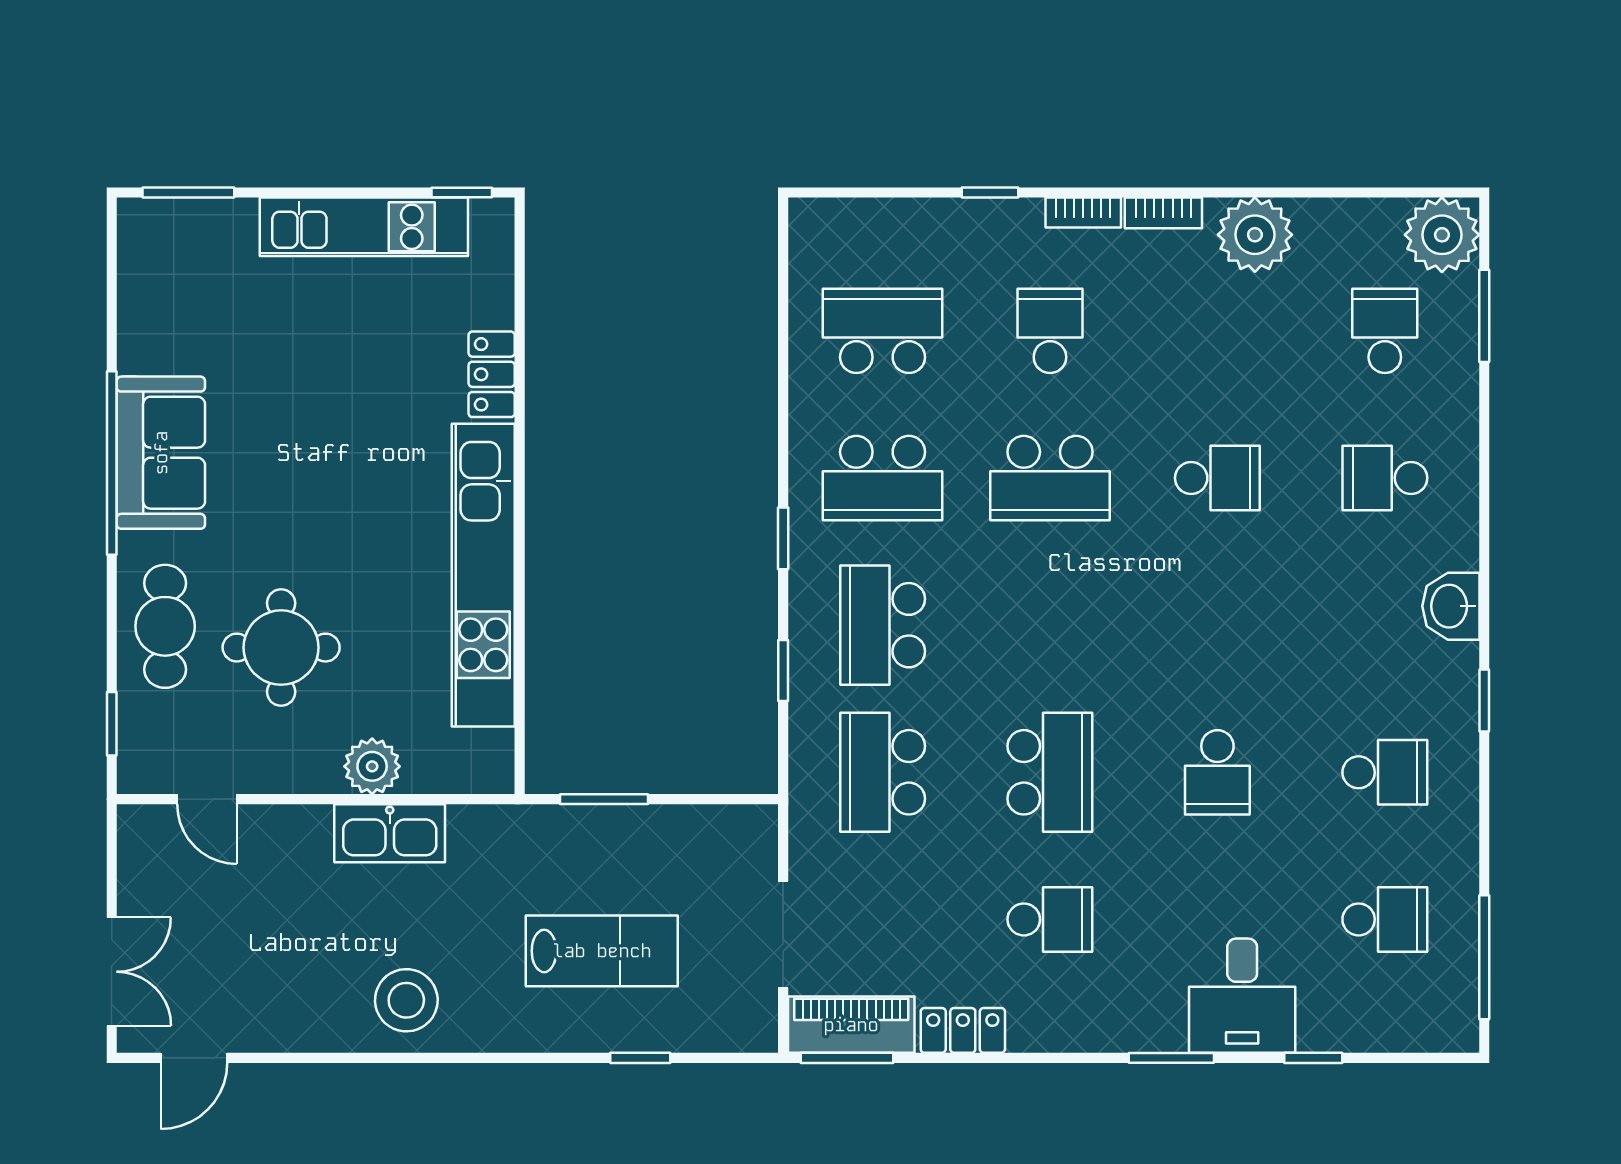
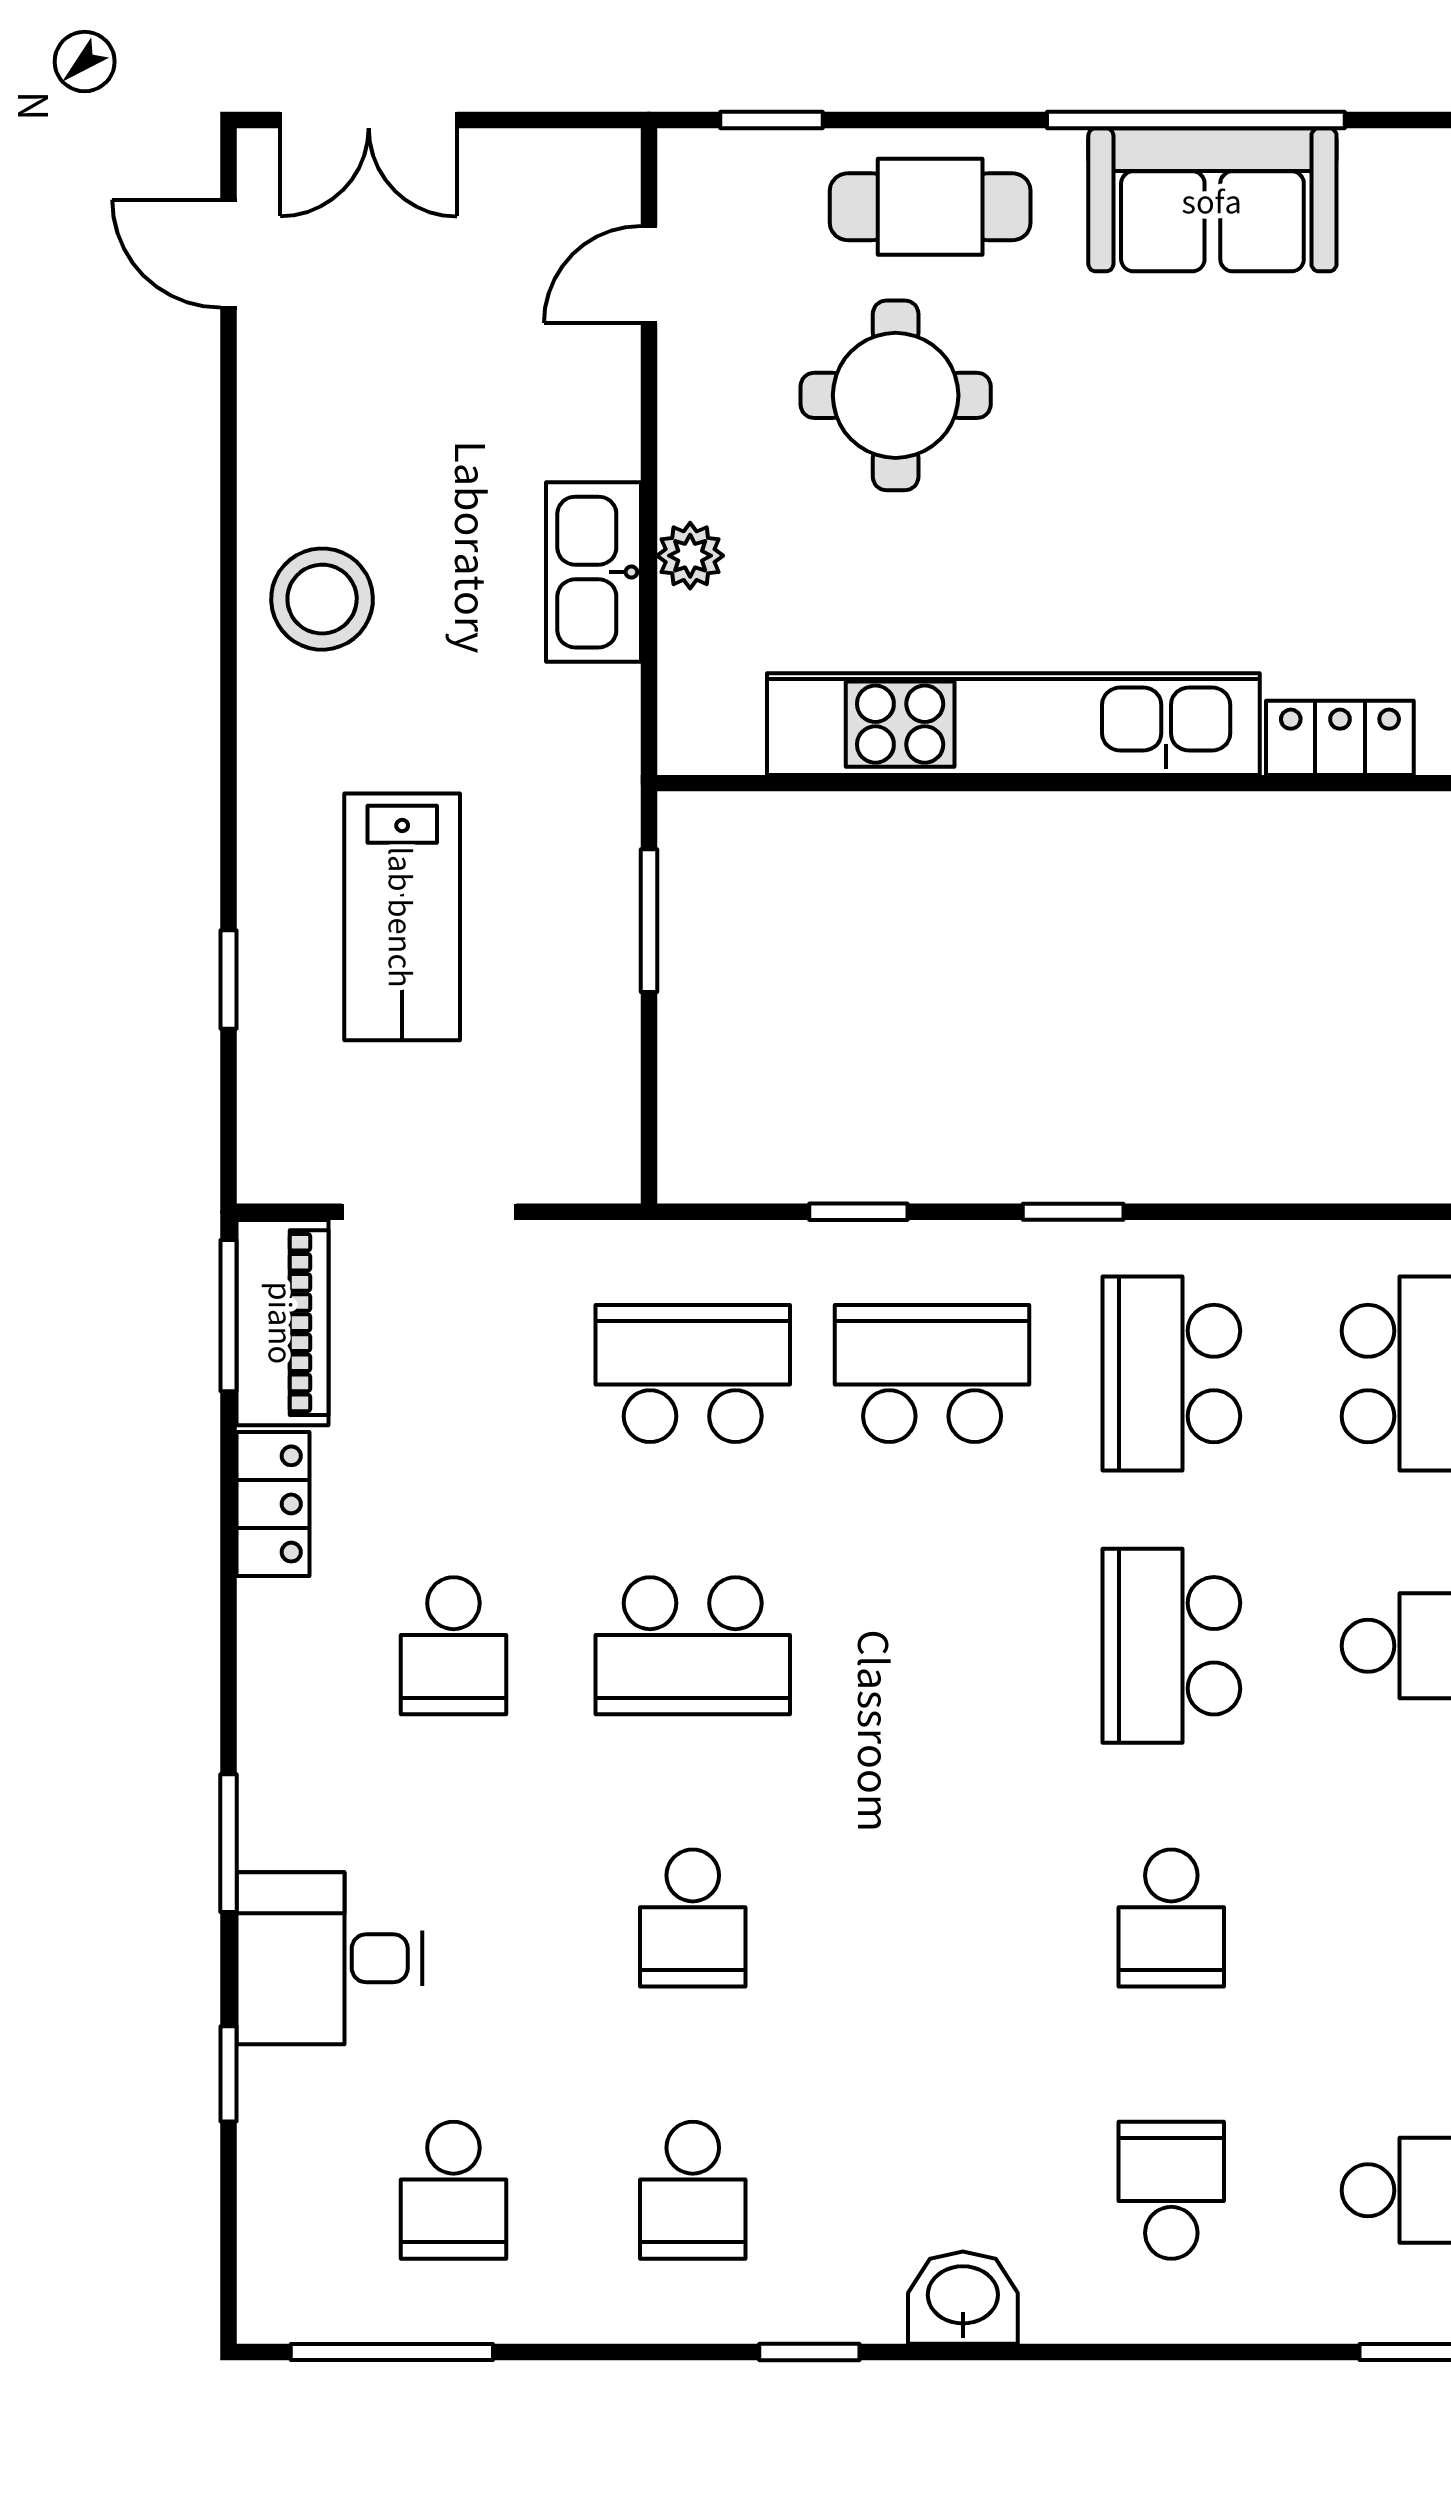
plant: (372, 766) -> (690, 556), width x0.73, depth x0.73
school desk: (1217, 772) -> (693, 1918), turned -90

